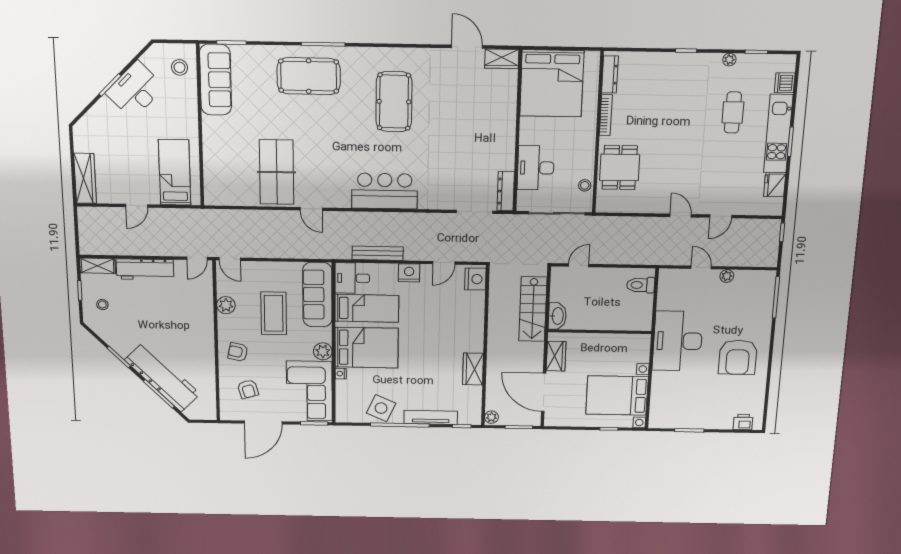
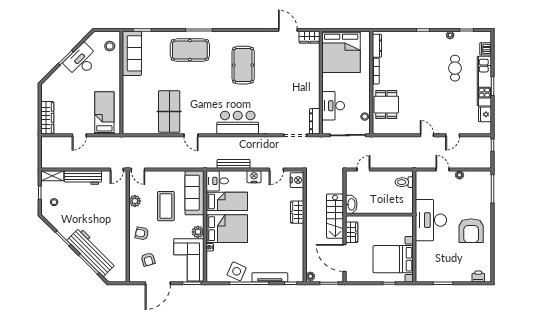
stairs: (533, 309) -> (335, 216), moved
wardrobe: (473, 369) -> (297, 212), moved

